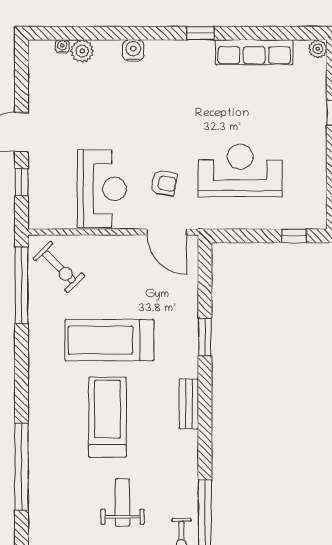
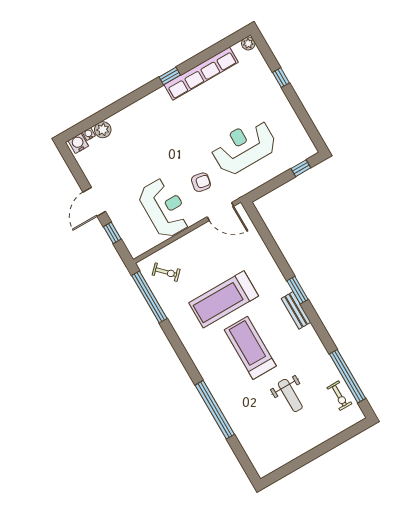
water cooler: (133, 50) -> (78, 143), moved
row of seats: (254, 52) -> (201, 74), width x1.36
exercise bike: (59, 267) -> (166, 272), width x0.73, depth x0.72
window: (205, 337) -> (298, 290), moved
weight bench: (122, 502) -> (290, 395), turned 180

